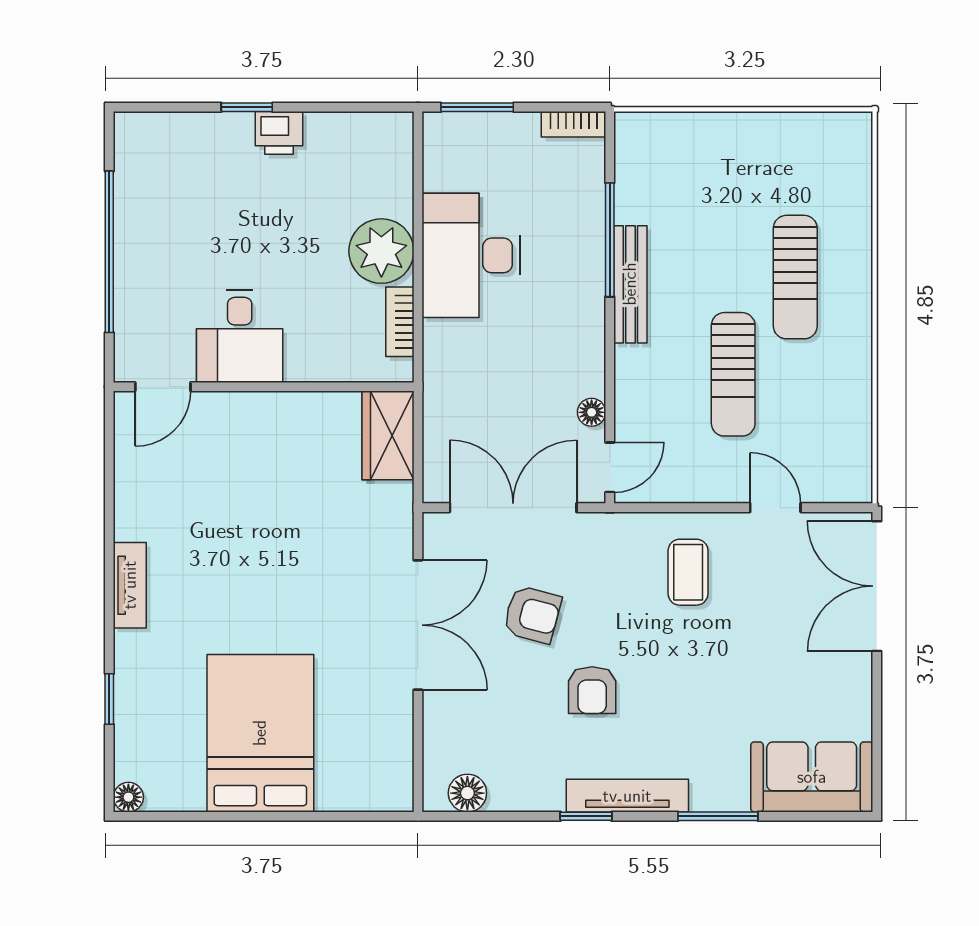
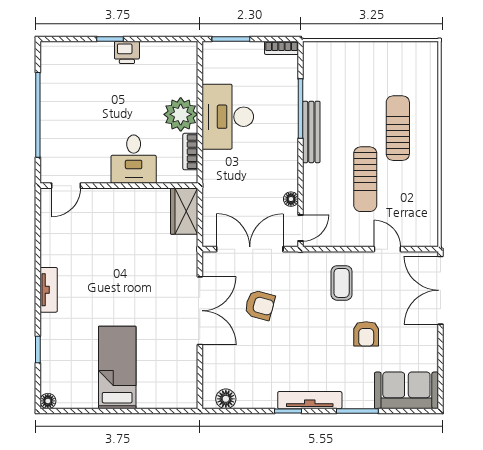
sun lounger: (795, 277) -> (398, 128), turned 180
desk: (240, 336) -> (134, 159), moved
armchair: (592, 690) -> (366, 334), moved
bed: (260, 733) -> (117, 367), width x0.67

